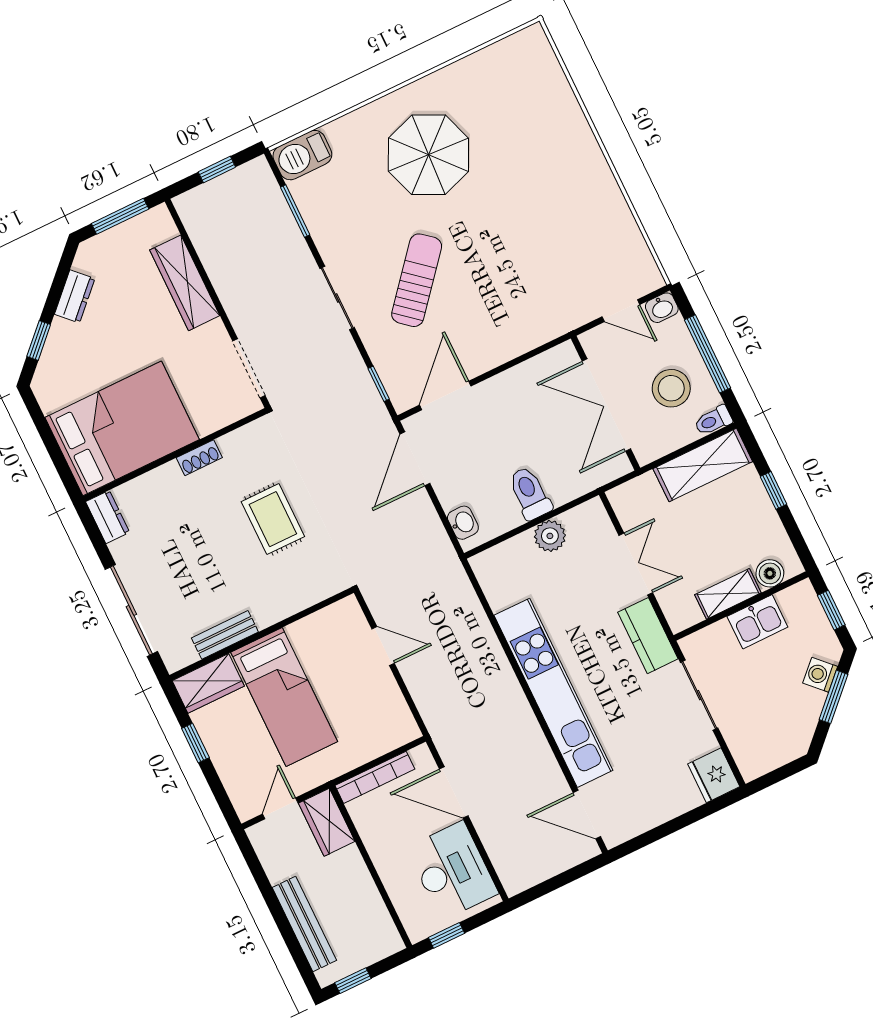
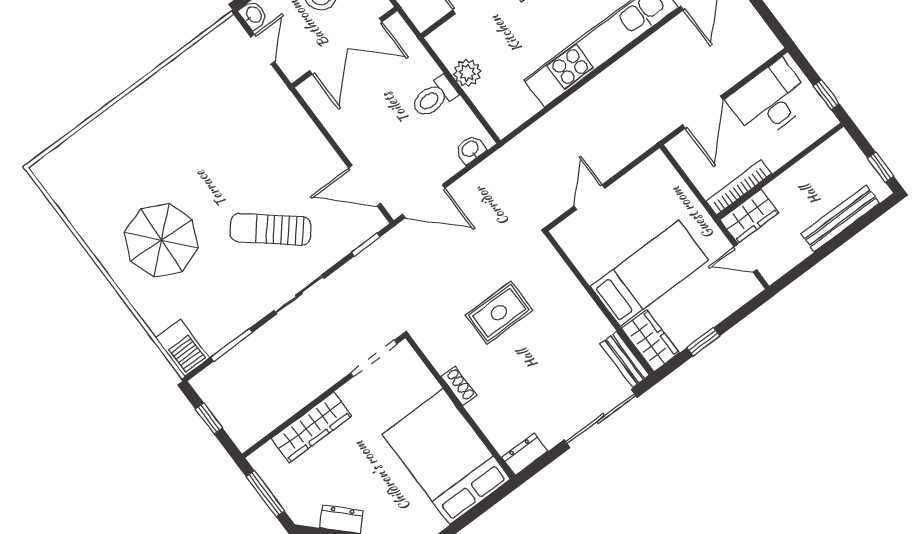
bench: (225, 635) -> (625, 360), moved
bookcase: (375, 777) -> (739, 188), moved, turned -90

